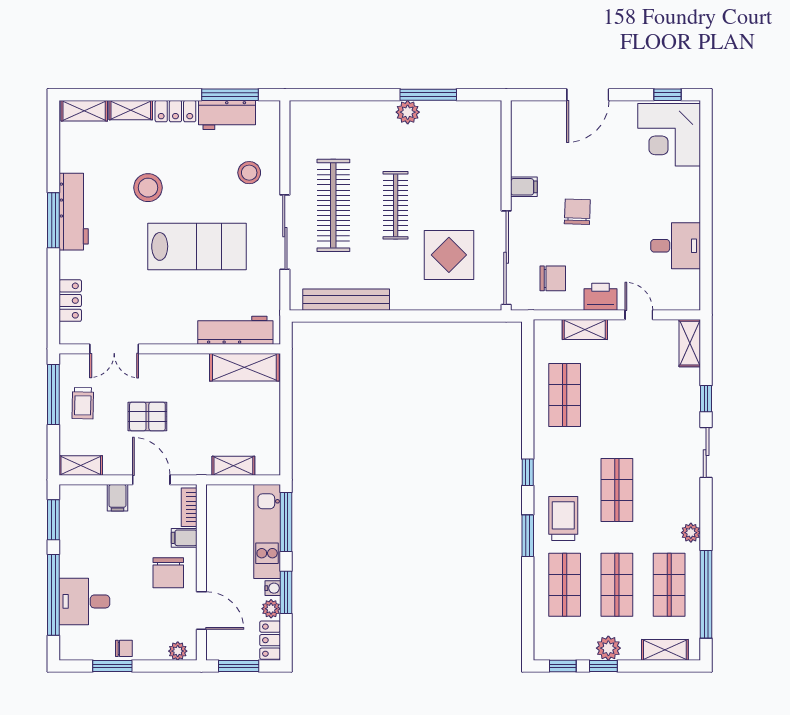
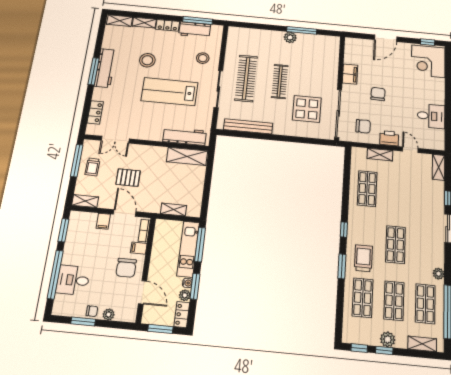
filing cabinet: (524, 187) -> (350, 74), width x2.00
lab bench: (197, 246) -> (169, 92), turned 180
plant: (178, 651) -> (109, 314), moved

